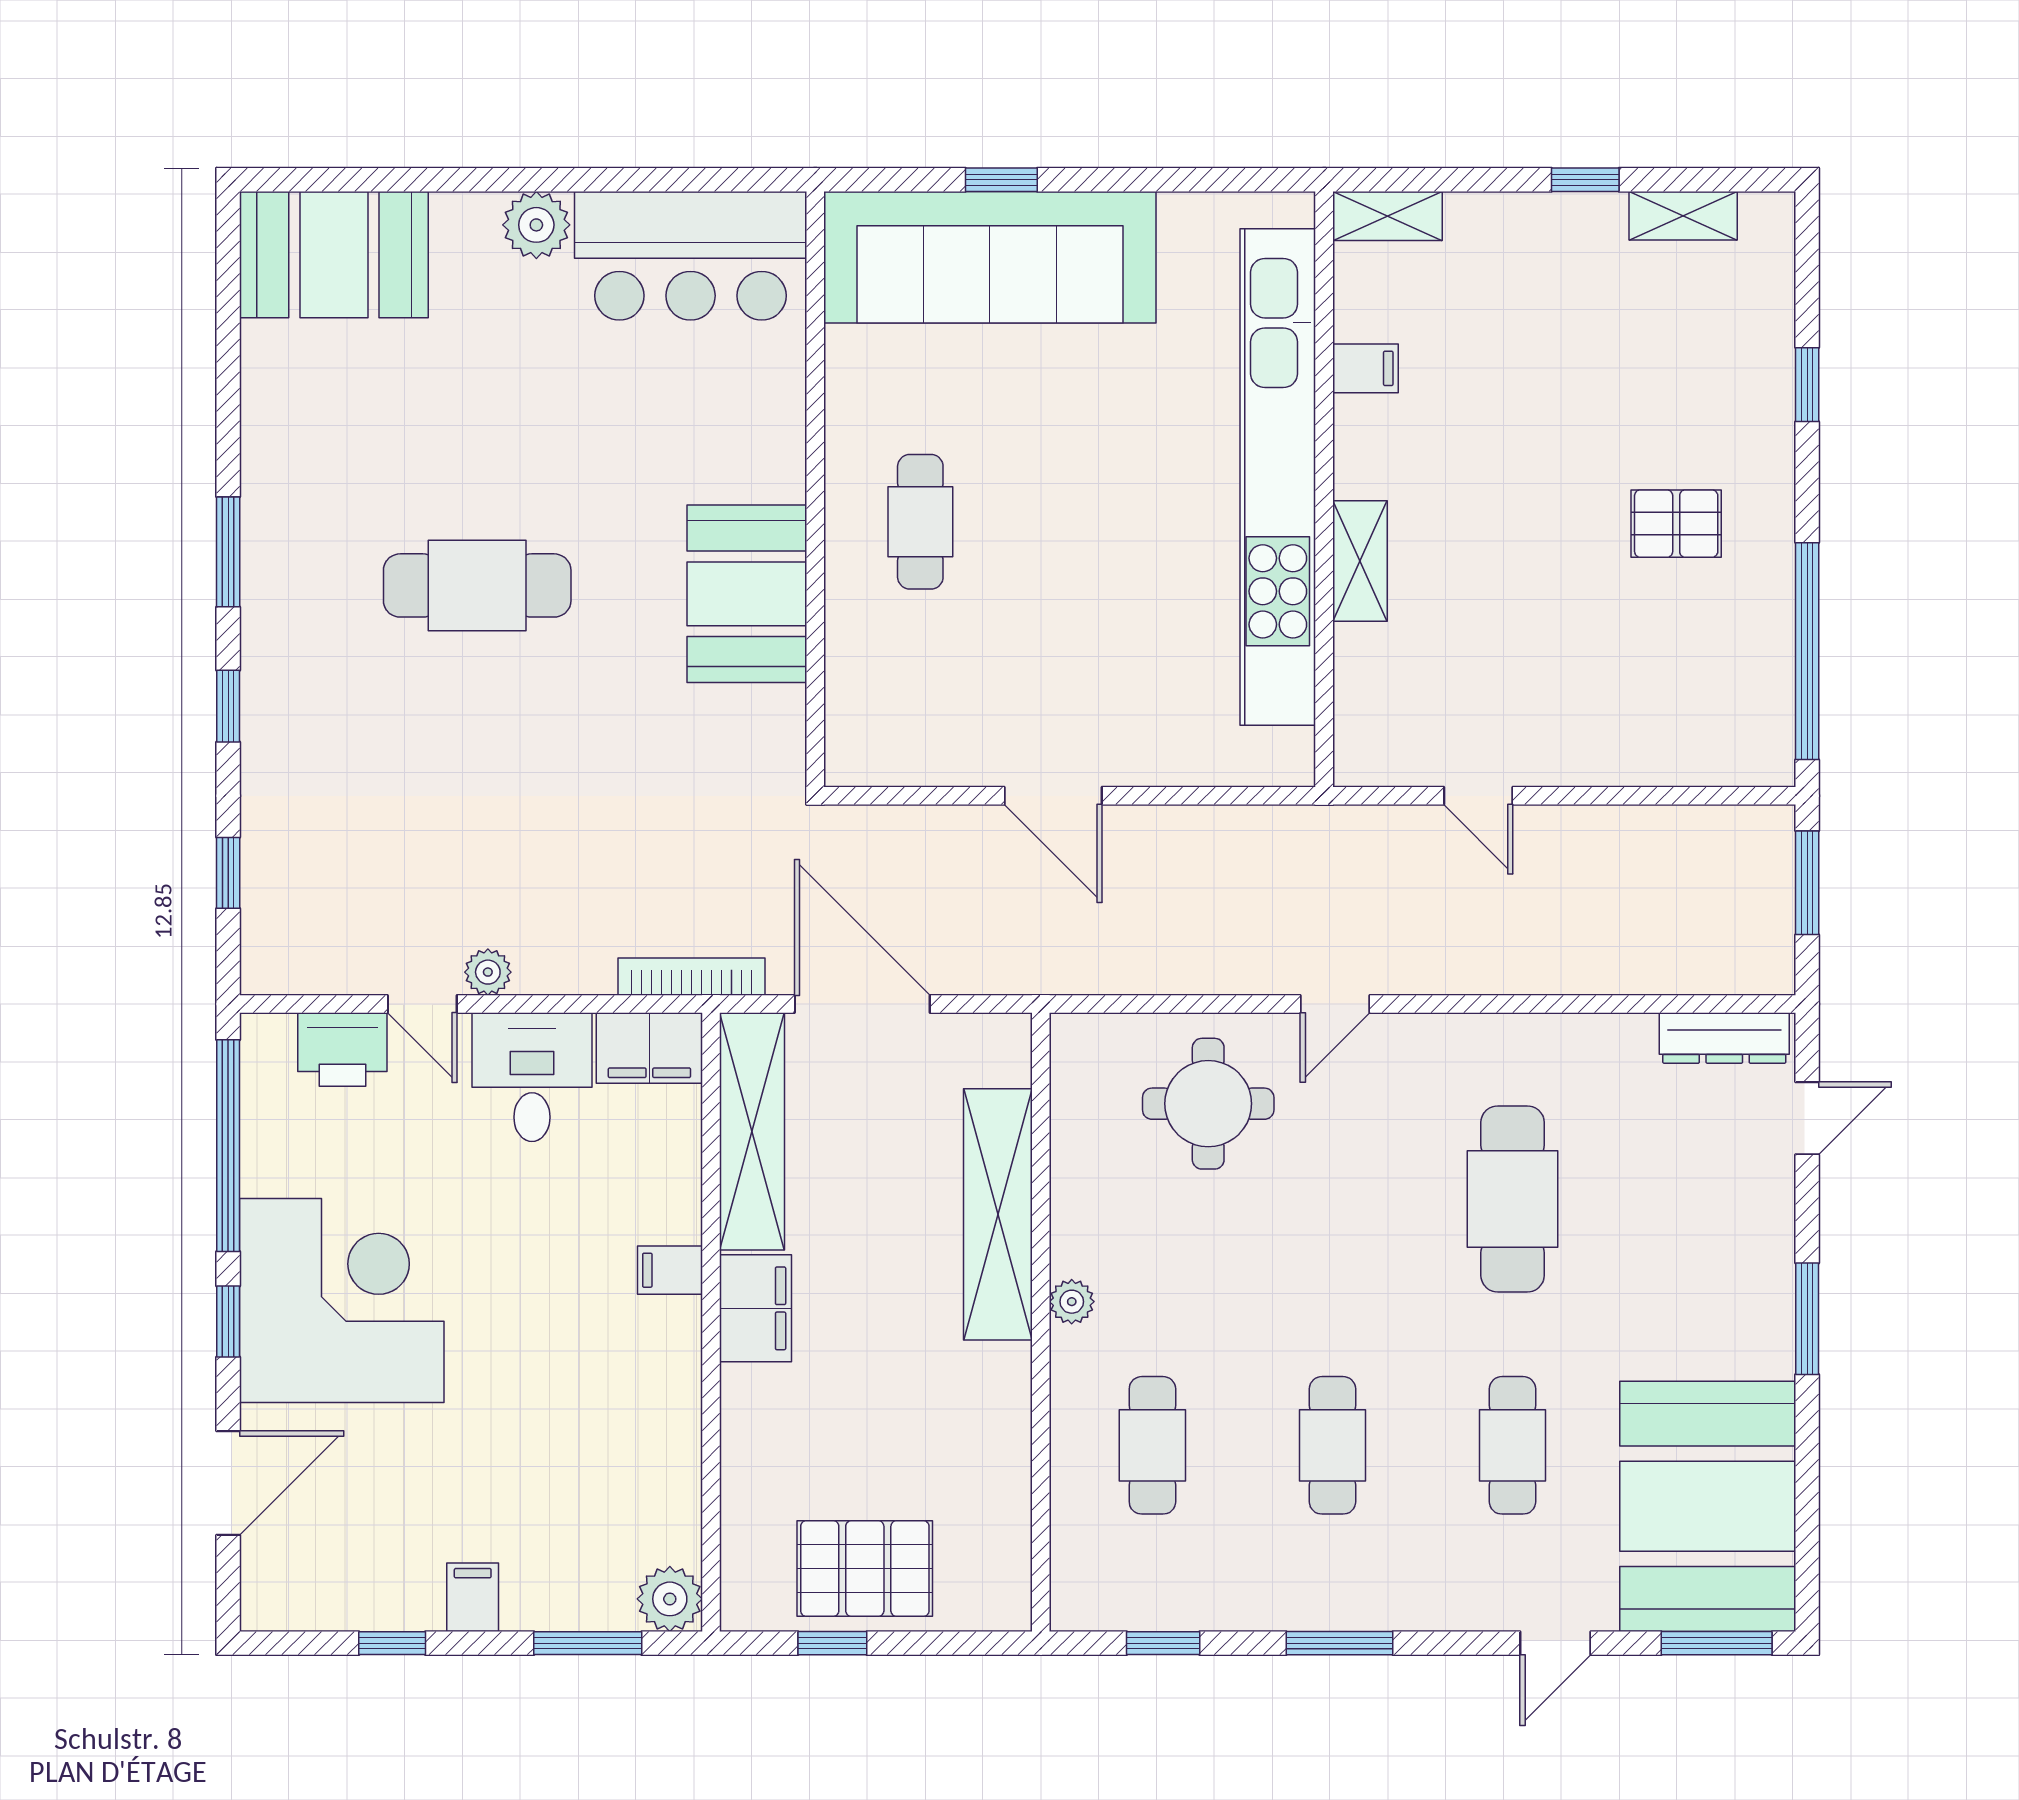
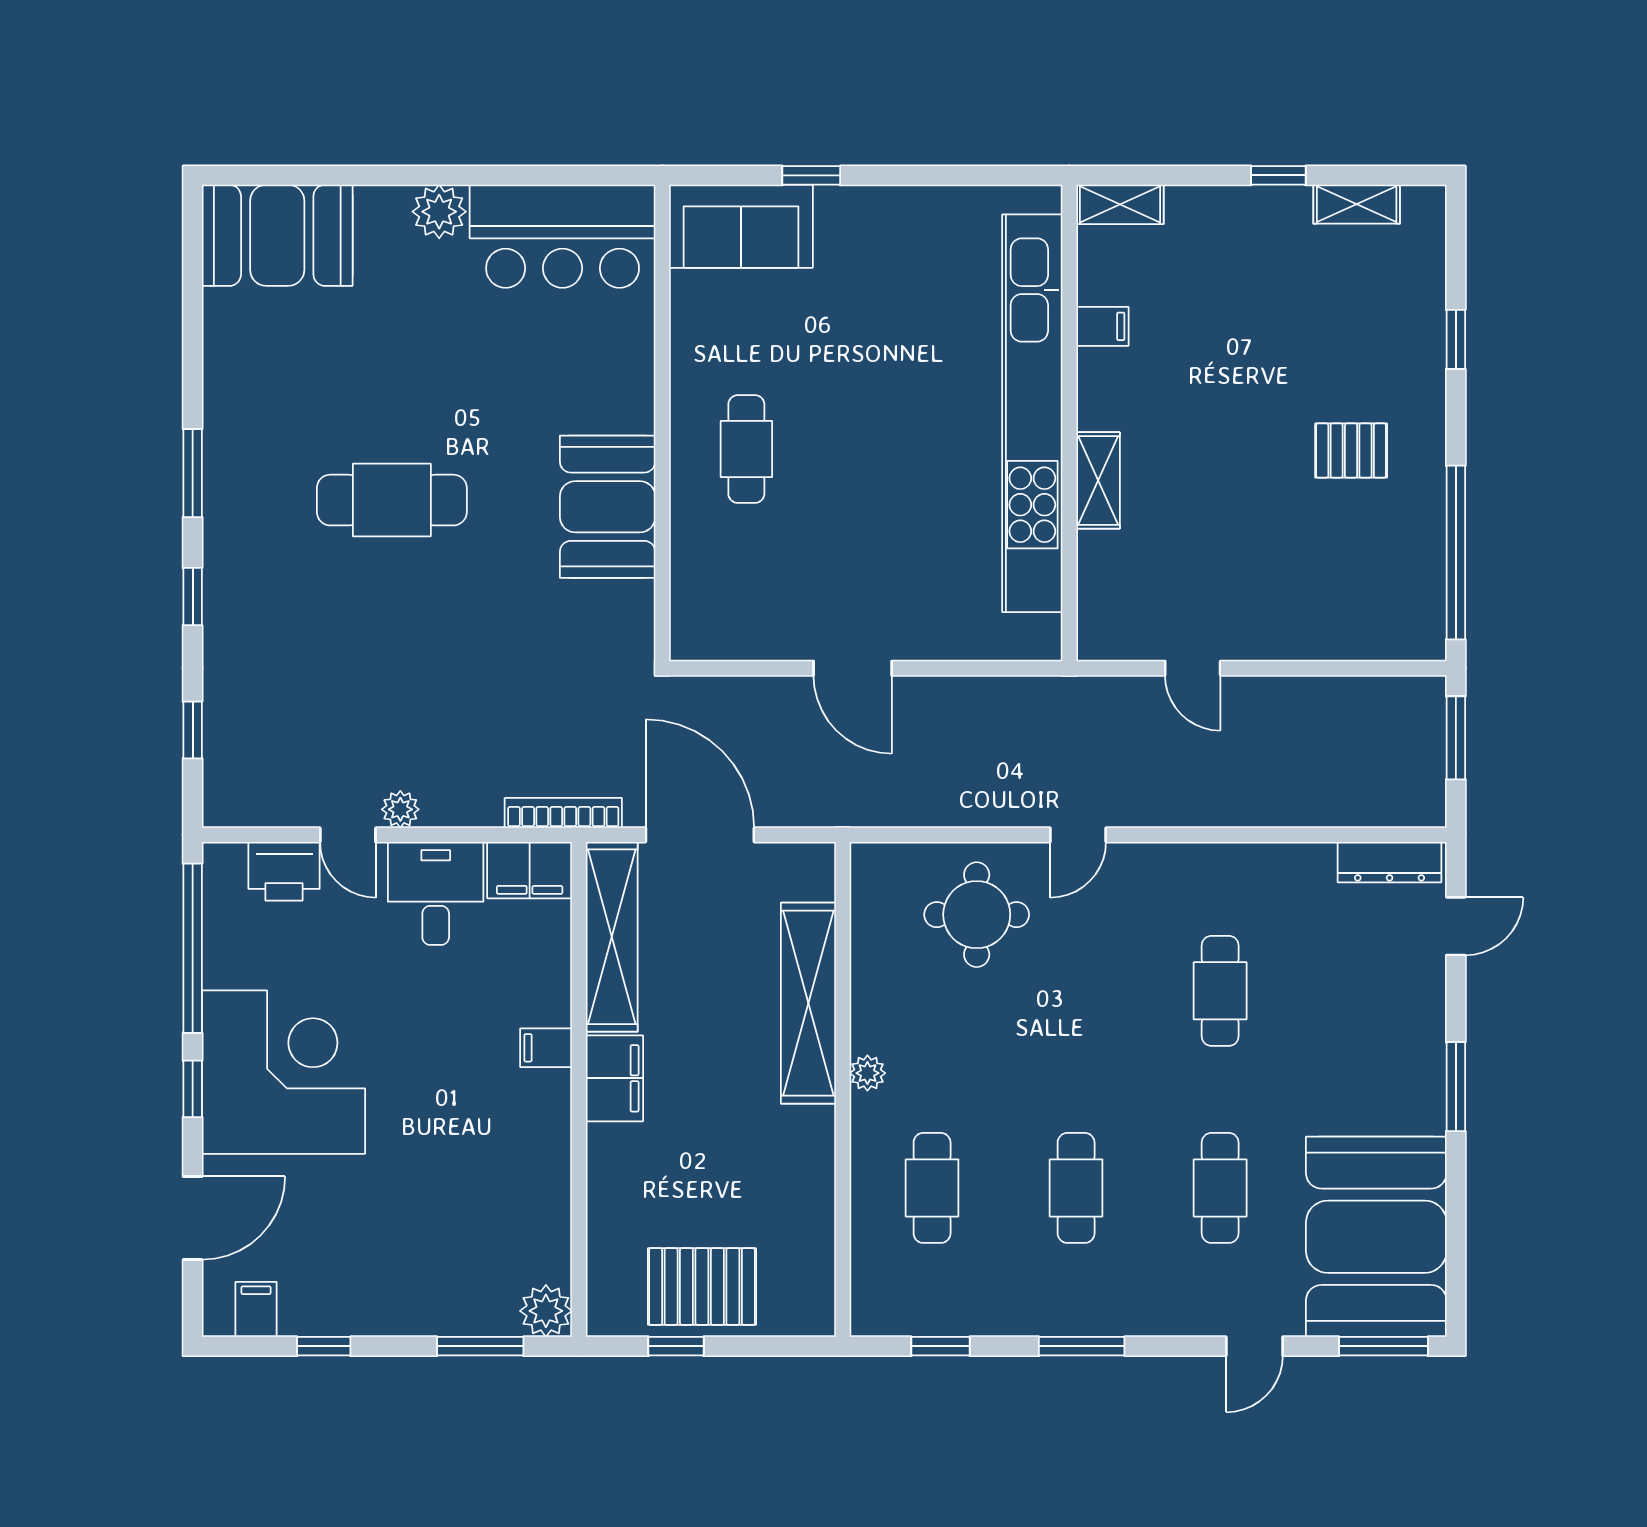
sofa: (990, 257) -> (741, 226), width x0.54, depth x0.79
cafe table: (1513, 1199) -> (1220, 991), width x0.73, depth x0.74
filing cabinet: (473, 1597) -> (256, 1309), moved

